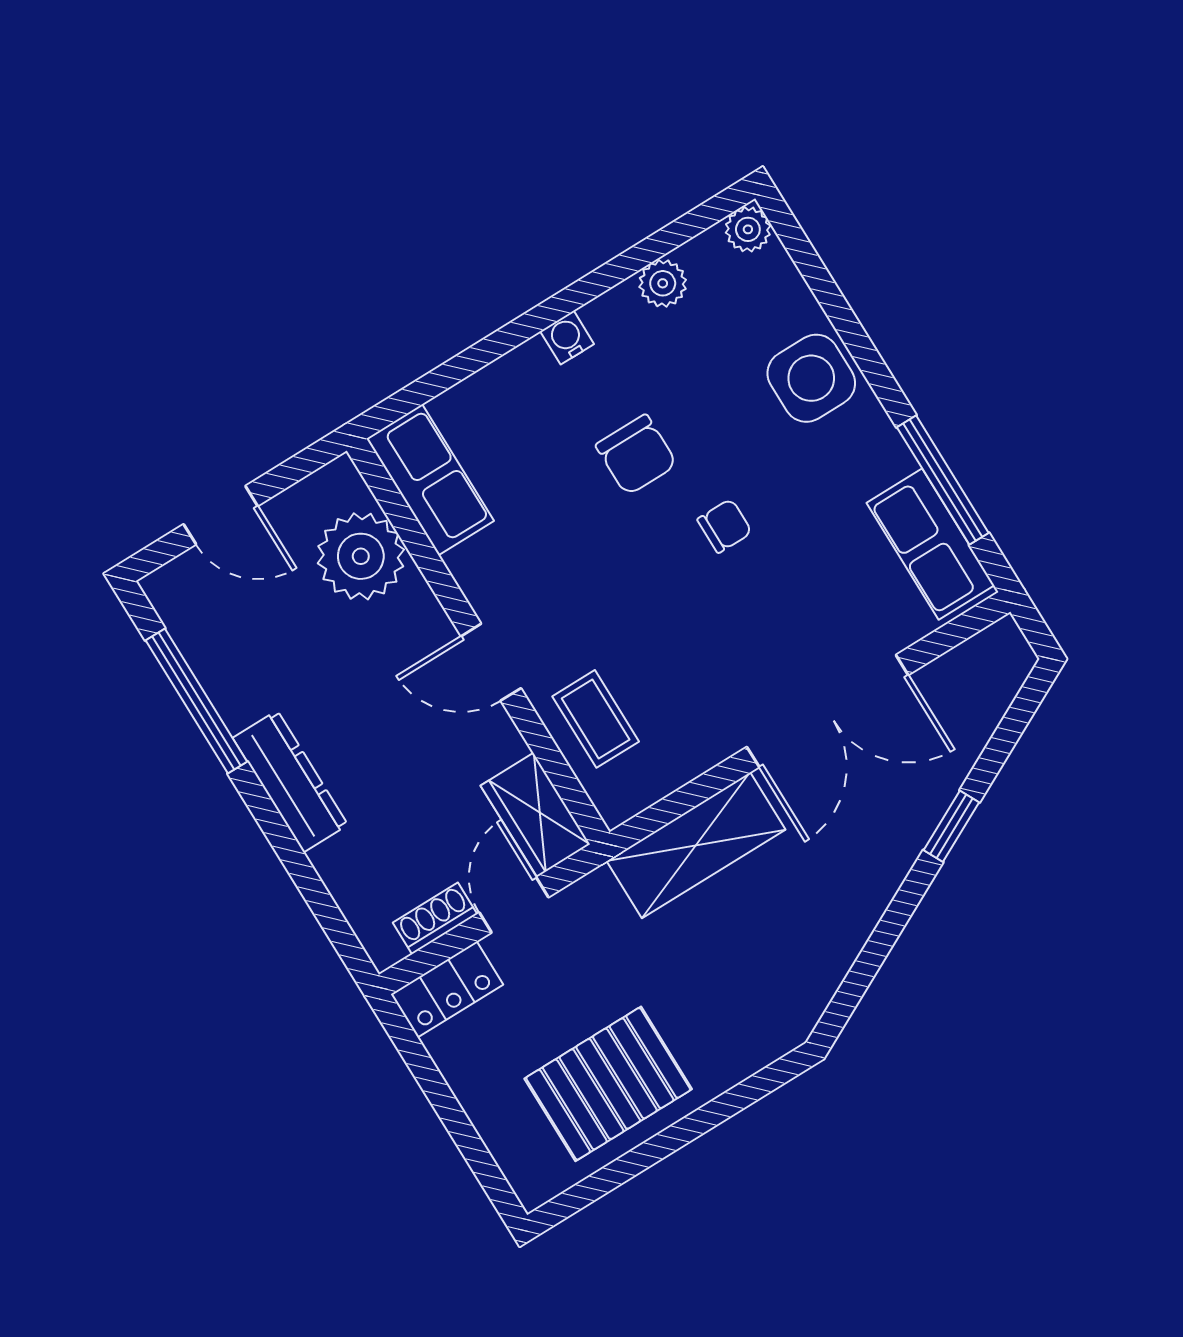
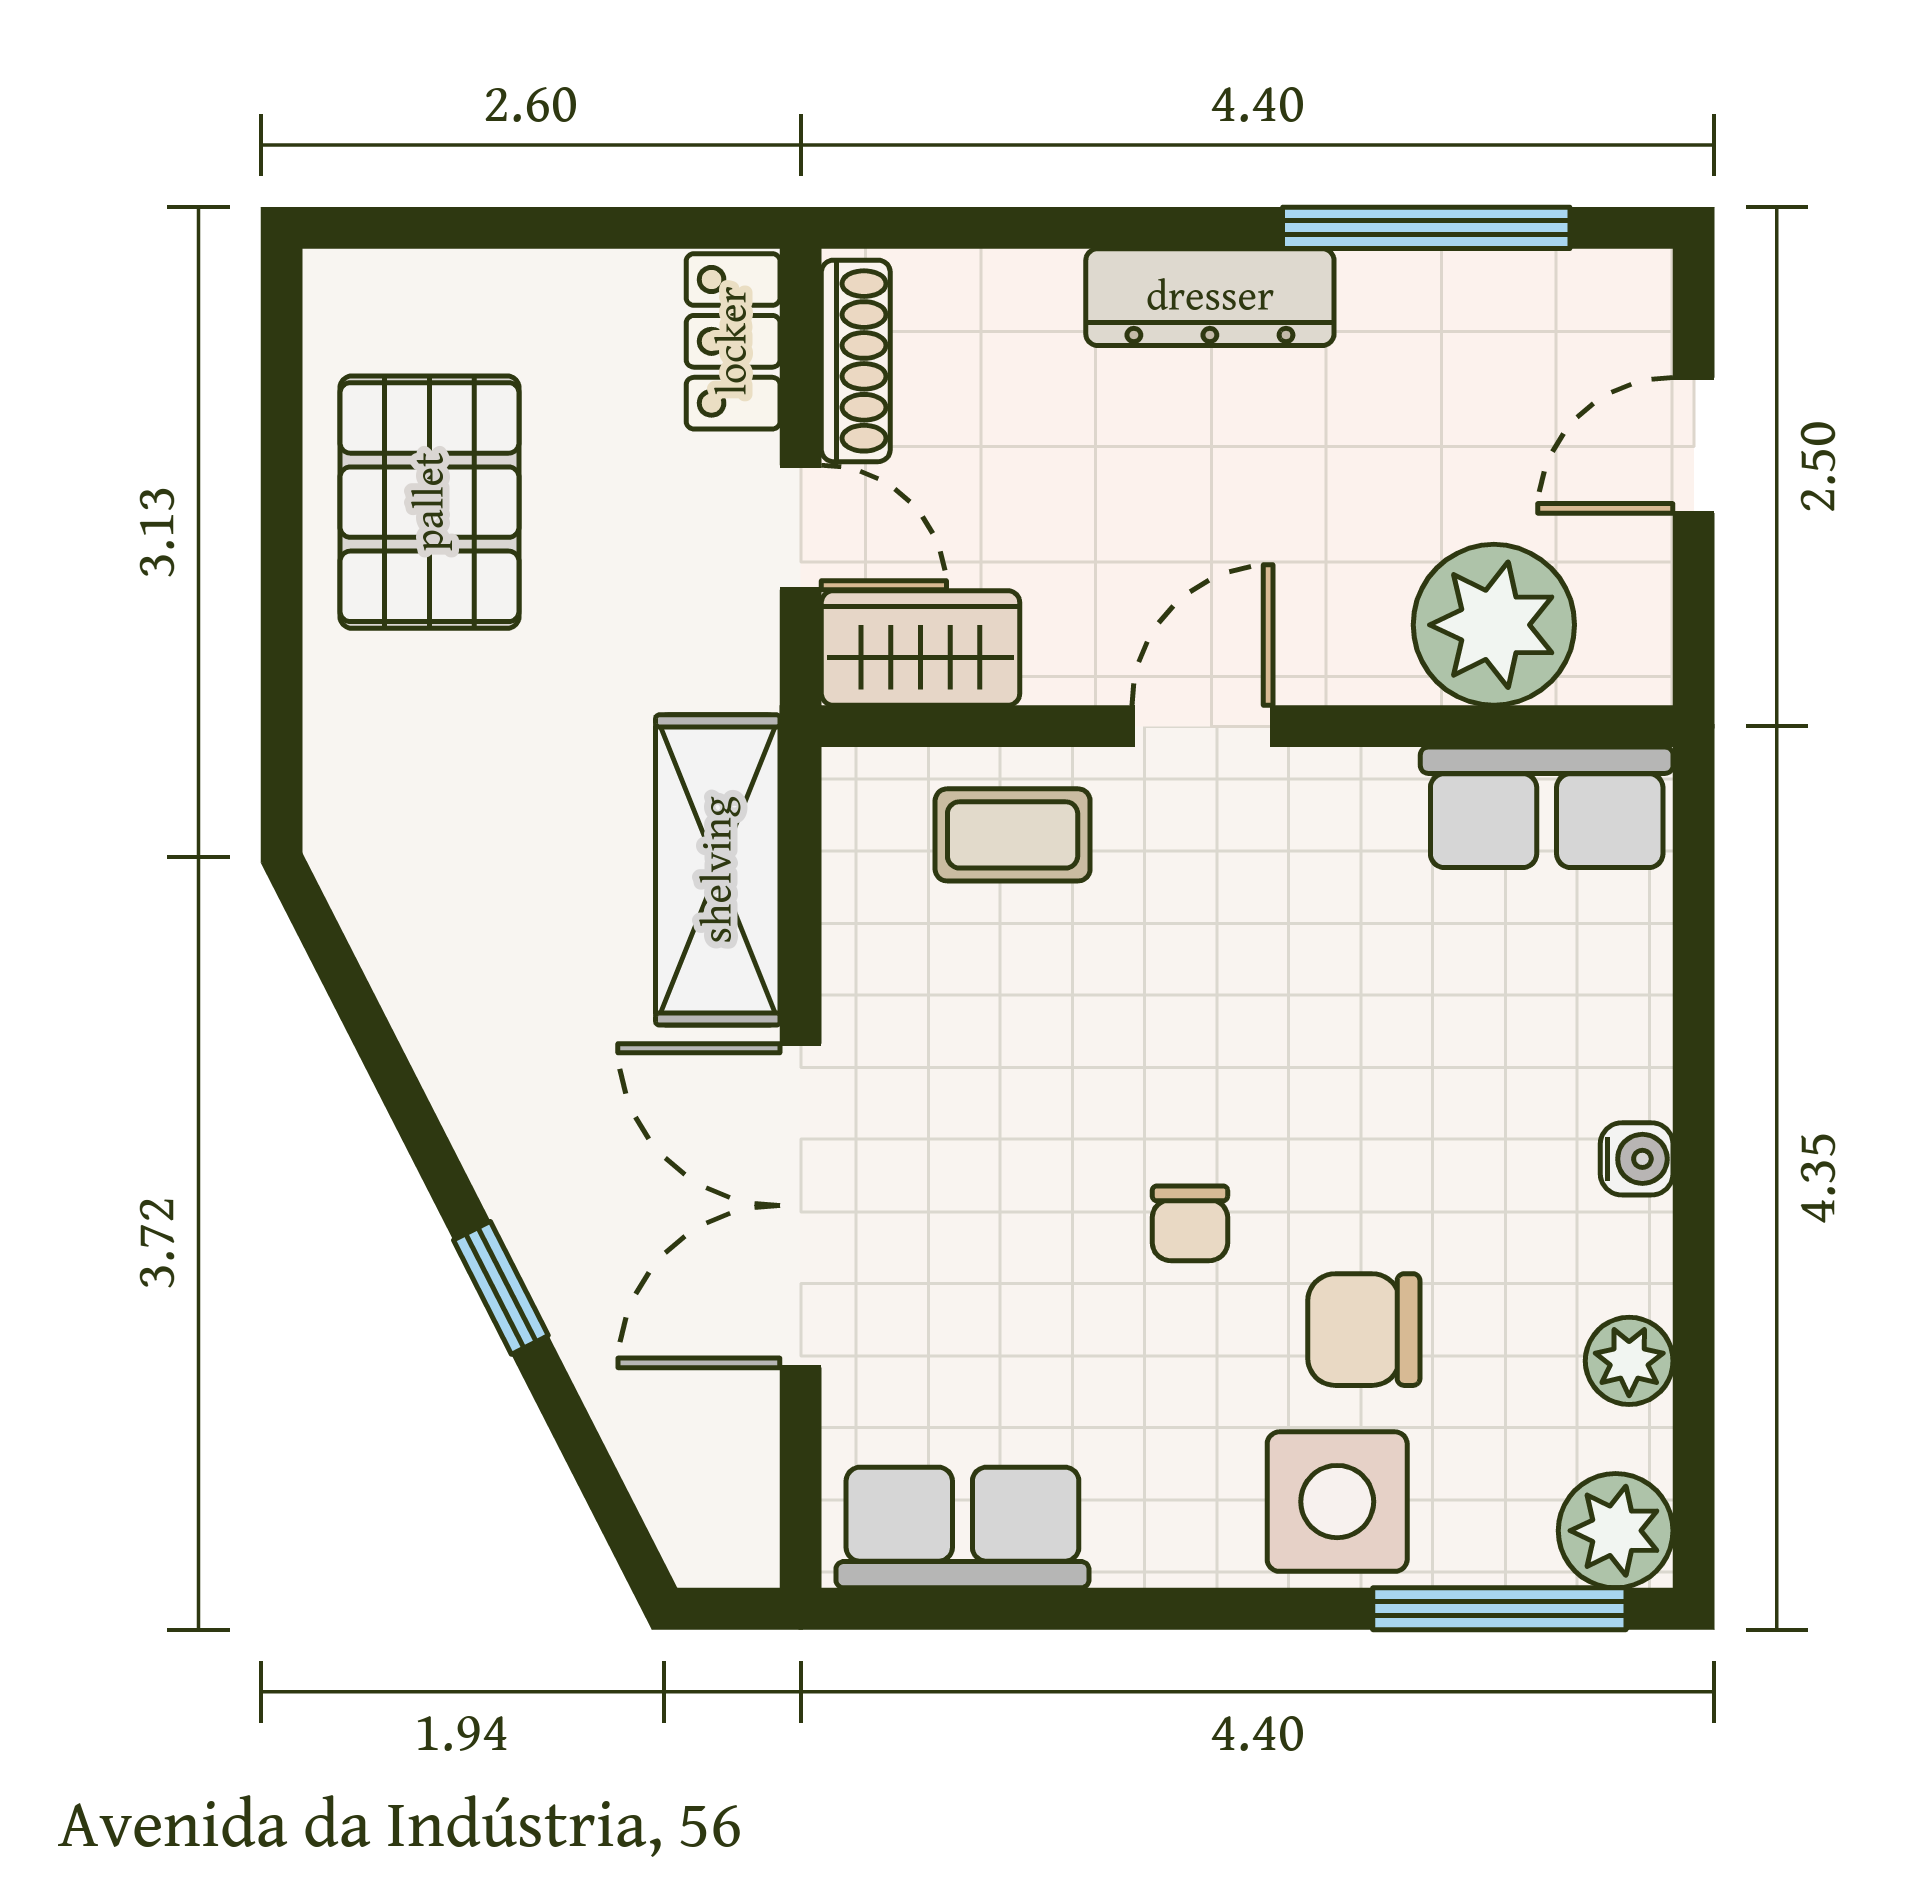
plant: (748, 229) -> (1616, 1531), width x1.38, depth x1.38
chair: (636, 455) -> (1364, 1330), moved
window: (943, 480) -> (1499, 1609), moved
shoe rack: (435, 918) -> (856, 361), width x1.43

